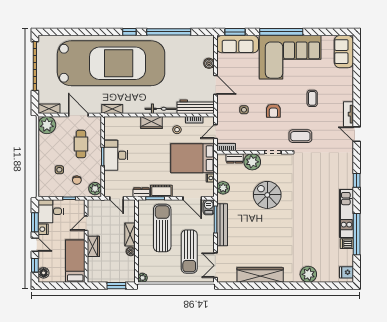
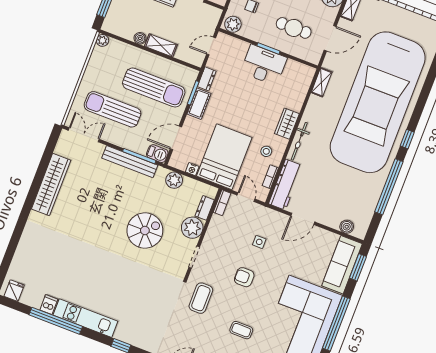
boiler: (209, 63) -> (347, 227), moved
plant: (308, 274) -> (29, 243), removed

